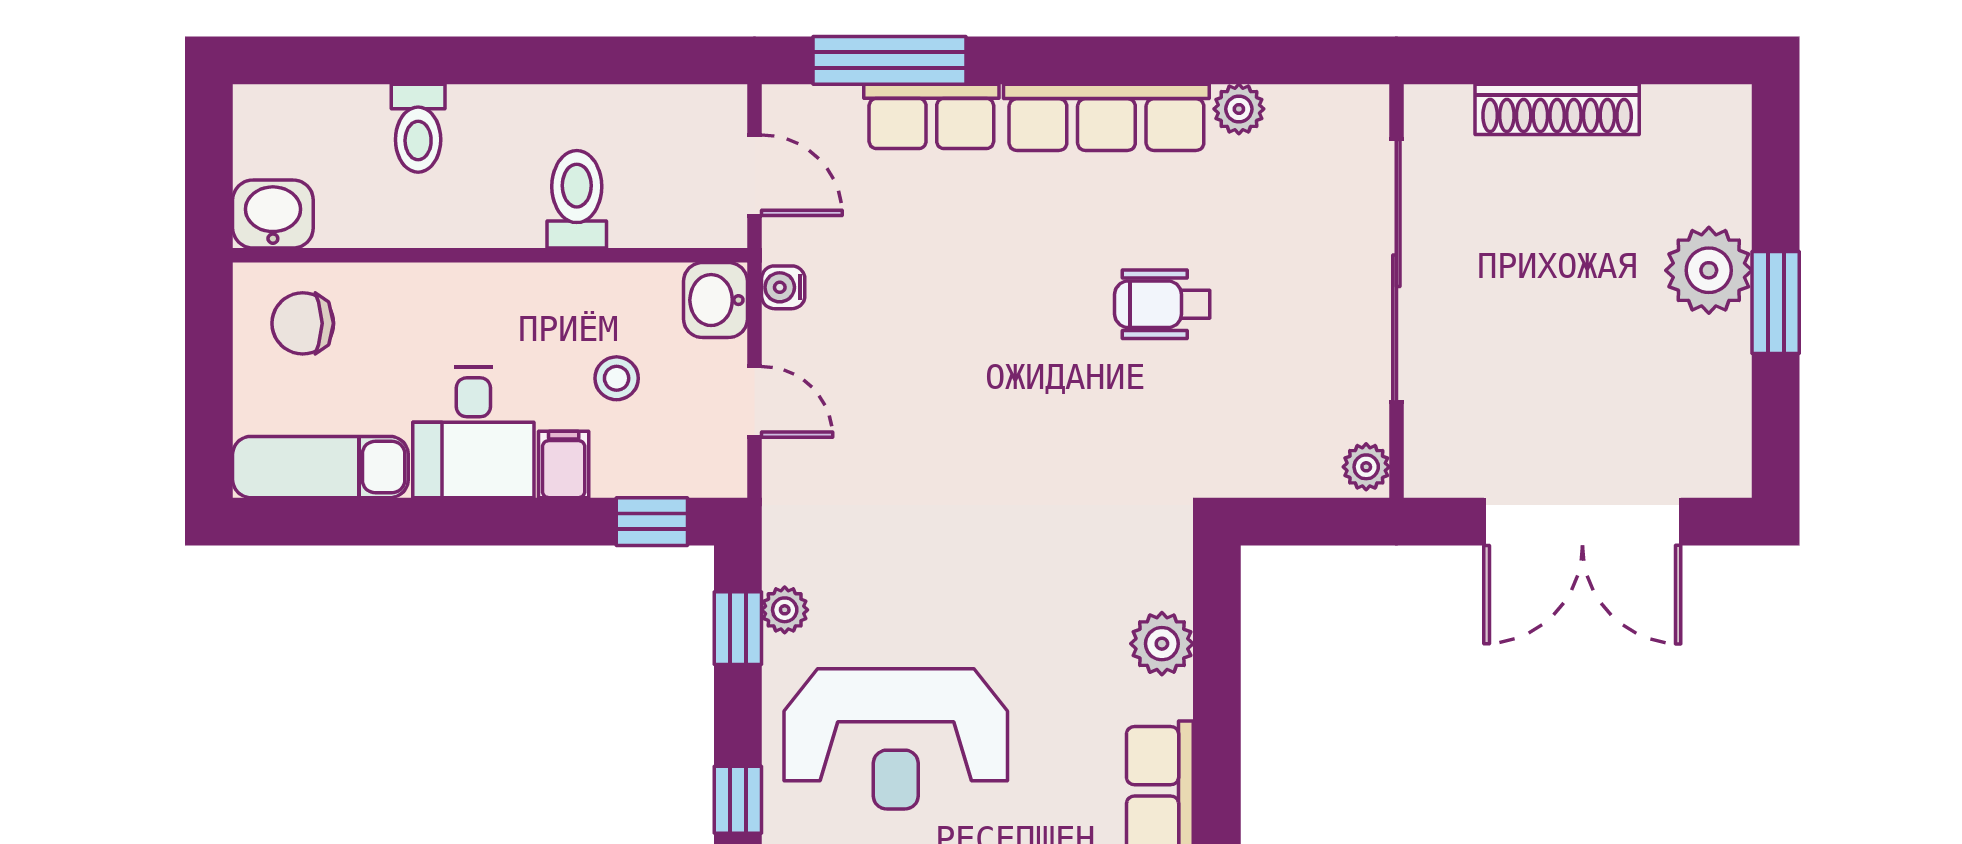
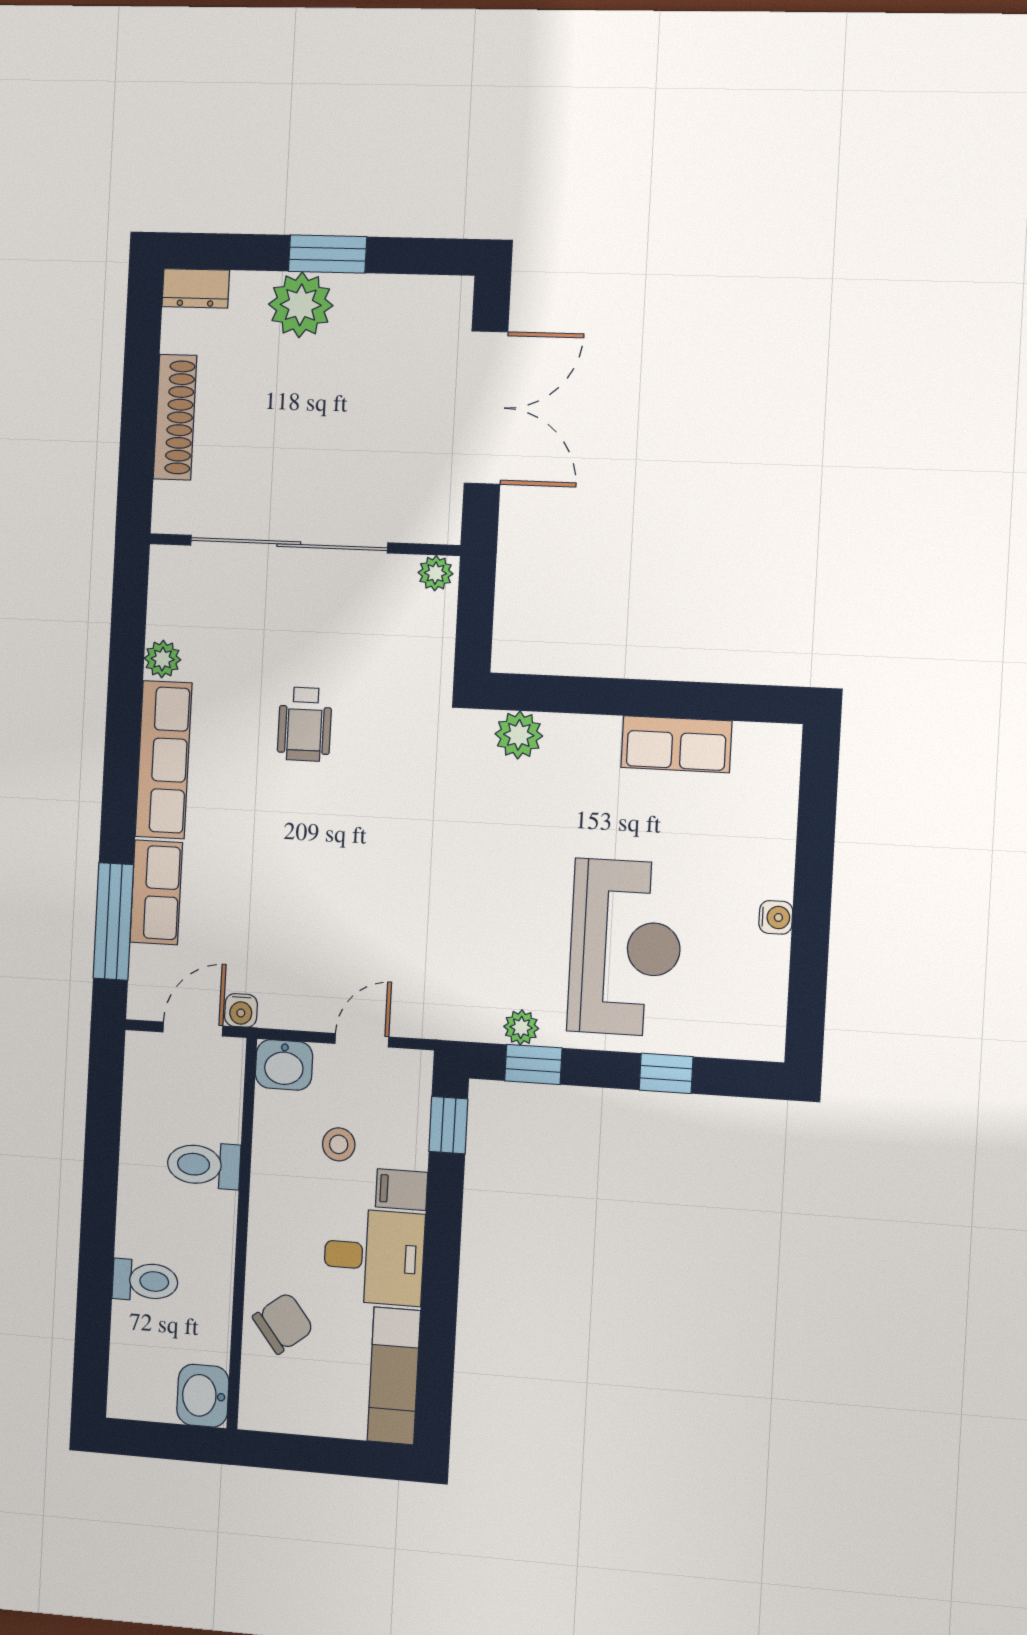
dresser: (1727, 128) -> (196, 288), added
water cooler: (783, 287) -> (241, 1010), moved
chair: (303, 323) -> (283, 1323), moved, turned -128
plant: (1162, 644) -> (519, 735), moved

